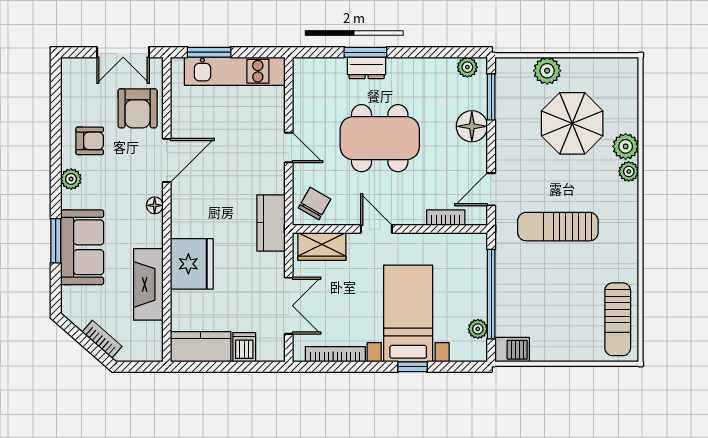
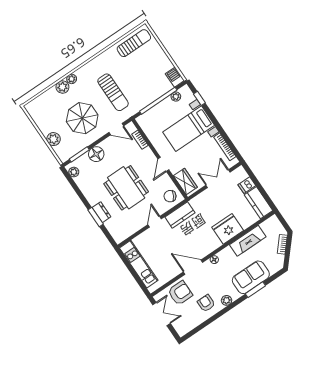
window: (209, 52) -> (138, 280), removed
parasol: (572, 123) -> (82, 118), moved
kitchen counter: (271, 223) -> (180, 215), moved
window: (413, 367) -> (199, 98), moved

